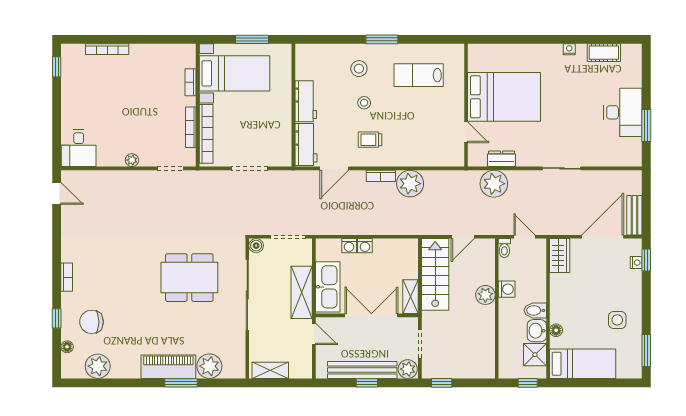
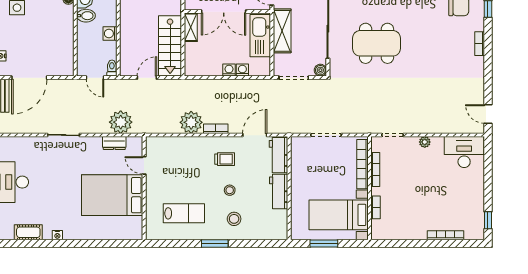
desk: (79, 148) -> (464, 152), width x1.37
wardrobe: (560, 256) -> (65, 62), removed
plant: (485, 295) -> (128, 29), removed

